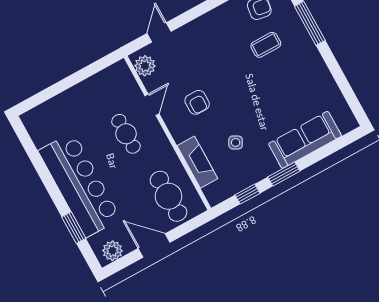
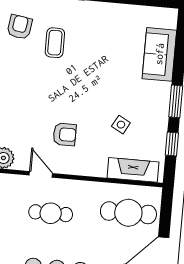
sofa: (305, 140) -> (159, 54), width x0.73
fireplace: (197, 162) -> (133, 170), moved

